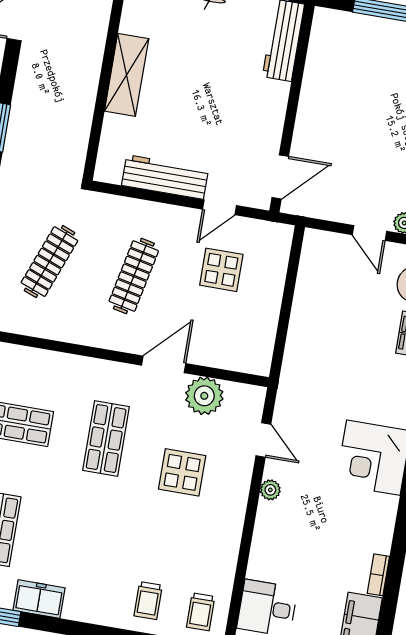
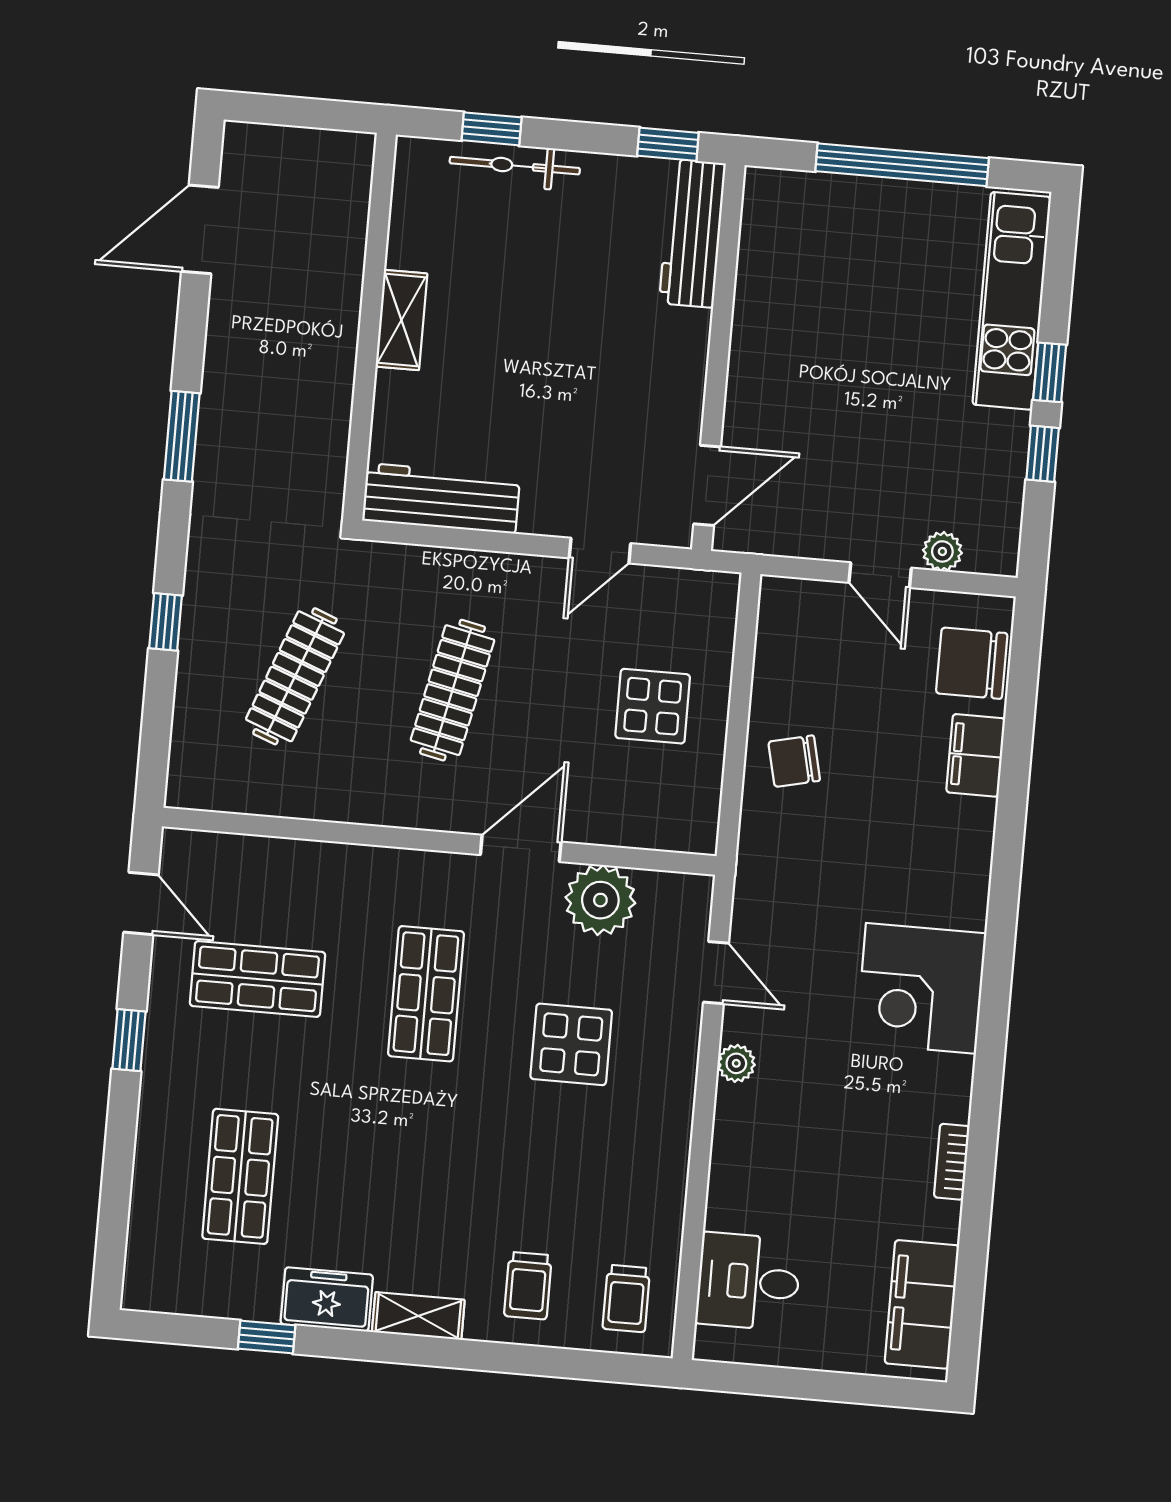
shelving: (127, 75) -> (401, 320), width x0.67, depth x0.75
workbench: (165, 177) -> (441, 498), moved
display table: (221, 270) -> (653, 706), moved
chair: (315, 329) -> (794, 761), added
bookcase: (378, 575) -> (952, 1162), moved
shelving: (88, 612) -> (418, 1316), added

